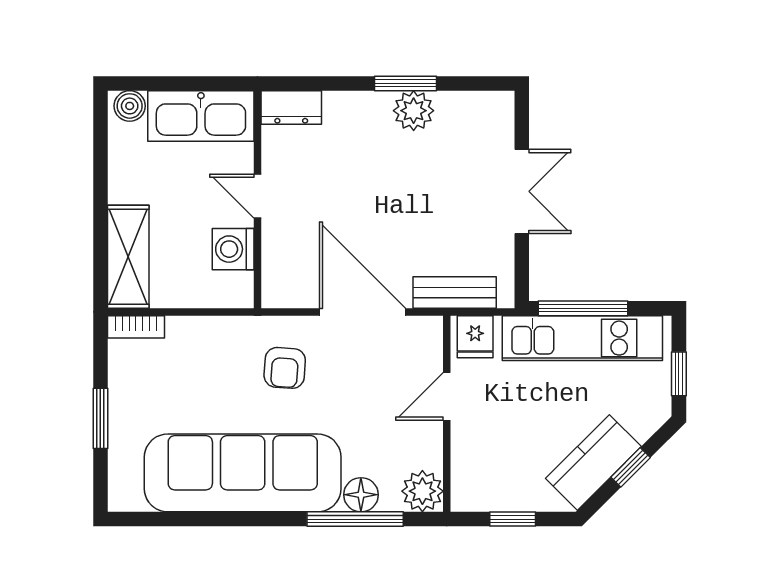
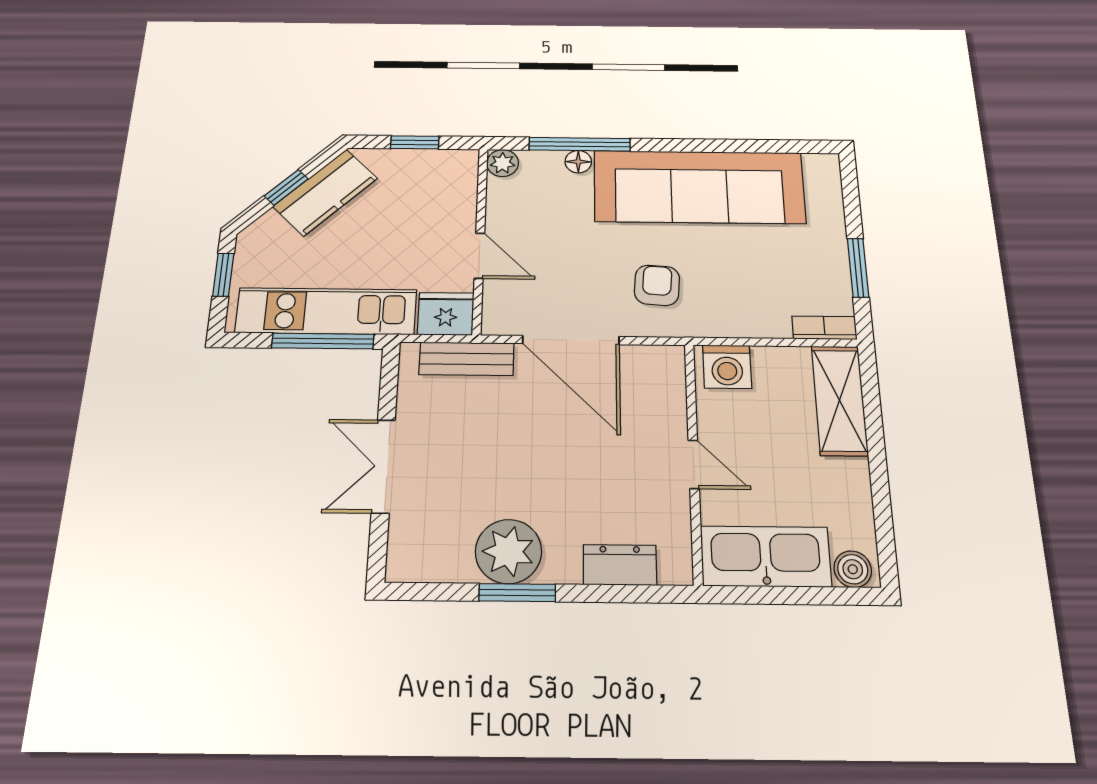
dresser: (291, 108) -> (620, 565), moved
plant: (414, 111) -> (508, 551), width x1.36, depth x1.36
washing machine: (233, 249) -> (727, 367), moved, turned 90
fridge: (475, 337) -> (446, 314), width x1.38
door: (447, 396) -> (479, 256), hinge flipped
window: (100, 418) -> (858, 268), moved
plant: (422, 491) -> (503, 163), width x0.73, depth x0.73
floor lamp: (361, 495) -> (578, 162), width x0.73, depth x0.73

